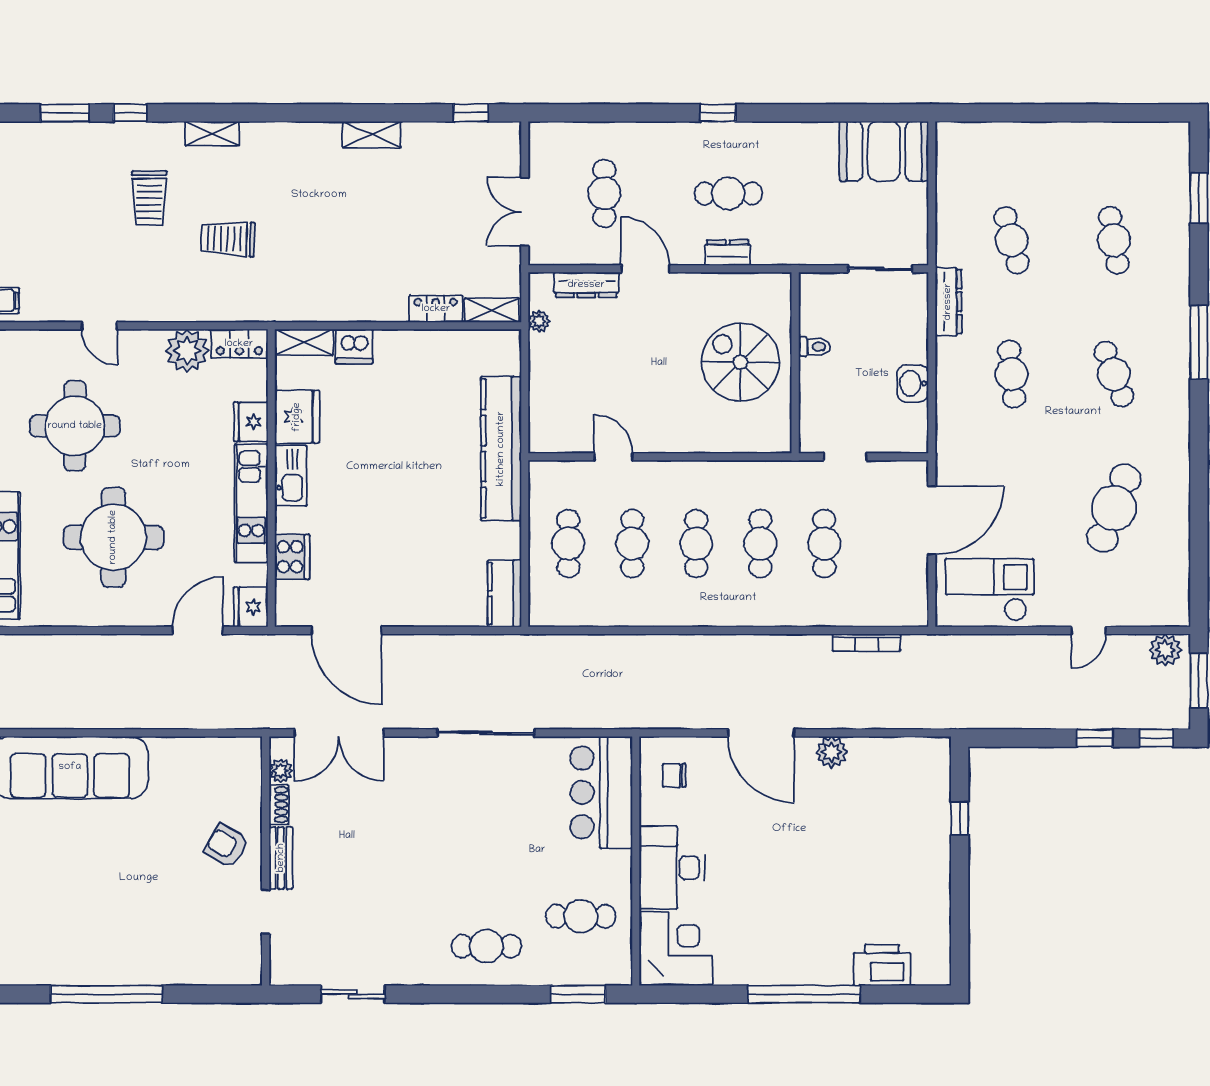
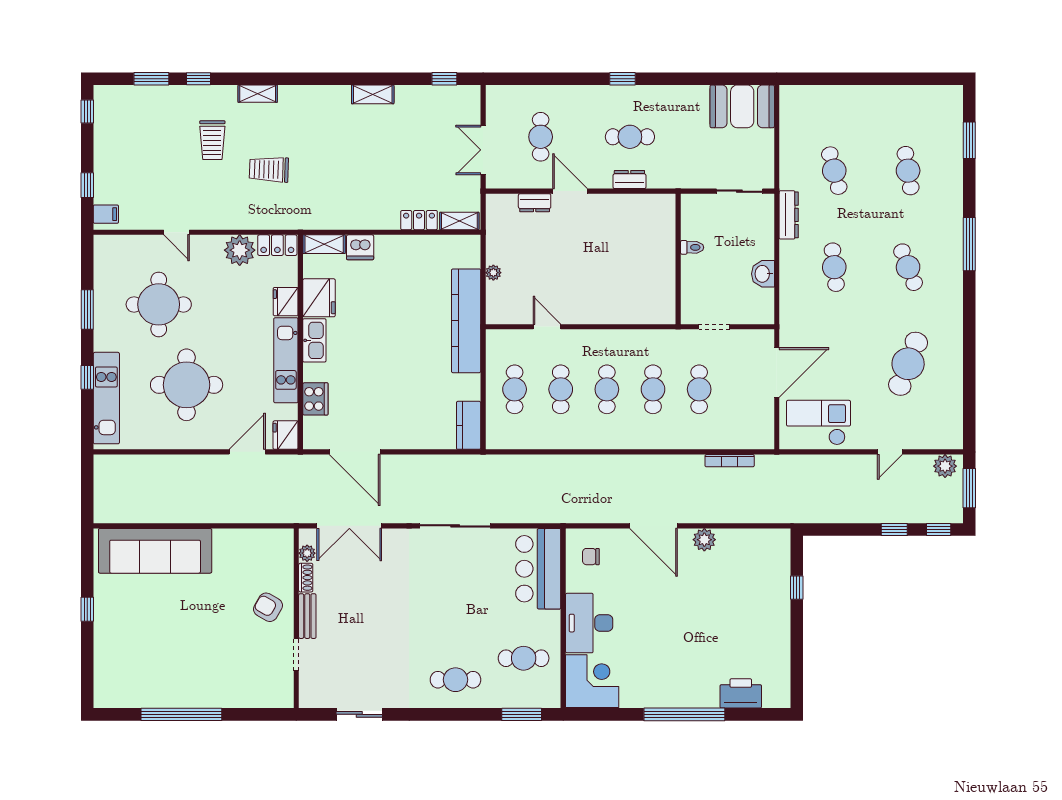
dresser: (586, 285) -> (535, 203), width x0.70
plant: (539, 321) -> (493, 273), moved
spiral stairs: (740, 362) -> (639, 258), removed

